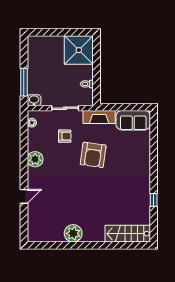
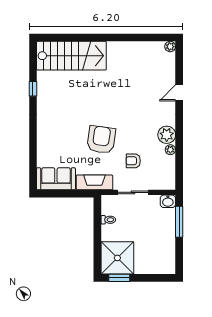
window: (77, 32) -> (119, 278), added
plant: (32, 123) -> (170, 150), moved
plant: (73, 233) -> (170, 47), moved, width x0.53, depth x0.53
stairs: (128, 234) -> (71, 56), width x1.36, depth x1.51

